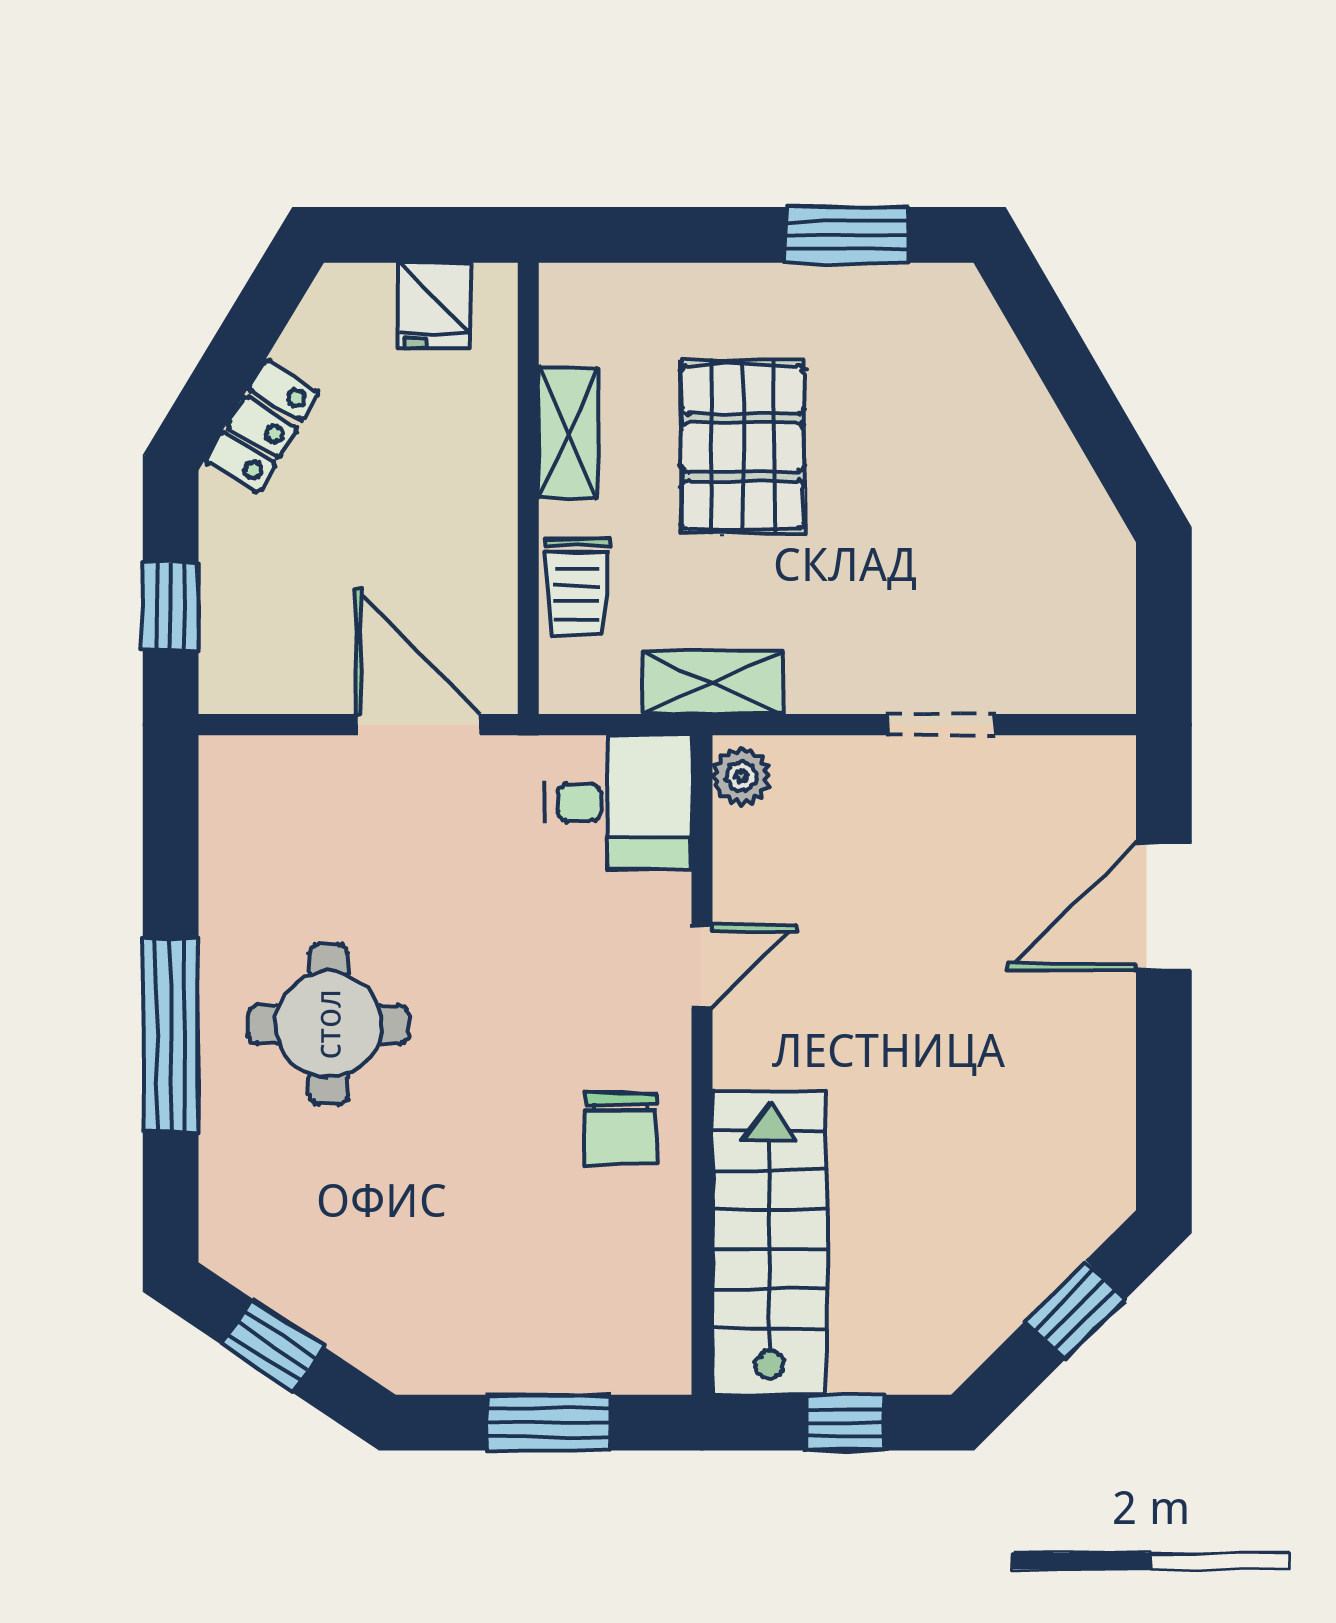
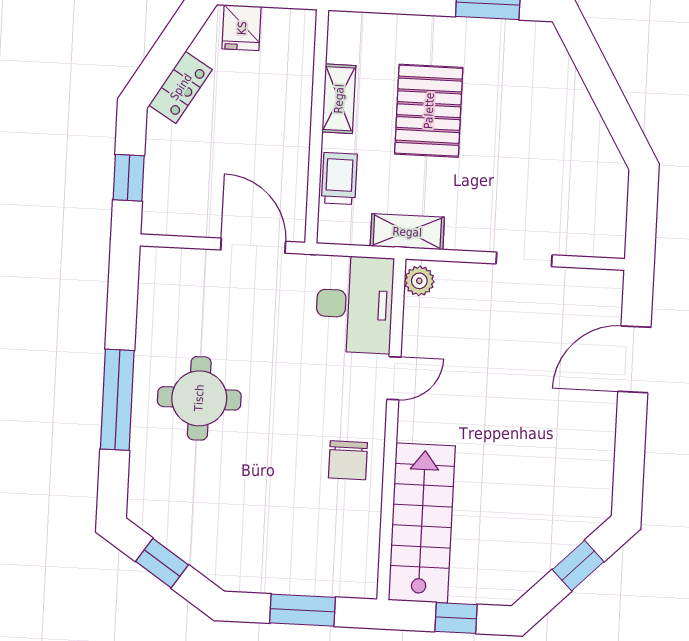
fridge: (435, 305) -> (242, 28), moved
trolley: (577, 587) -> (339, 179), turned 180
desk: (619, 803) -> (355, 304), width x1.37

